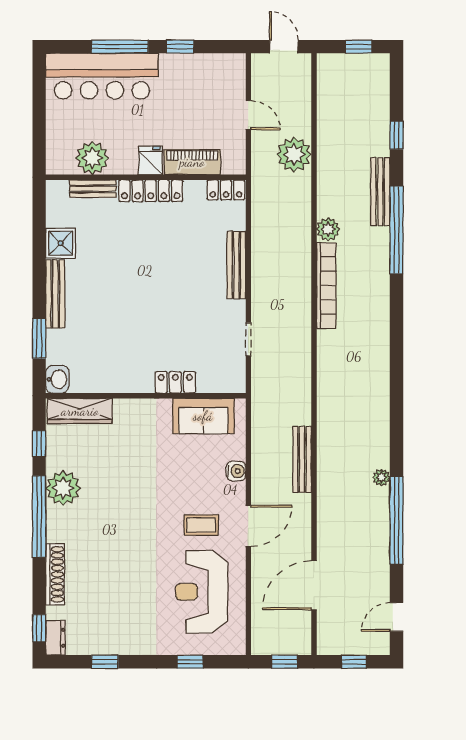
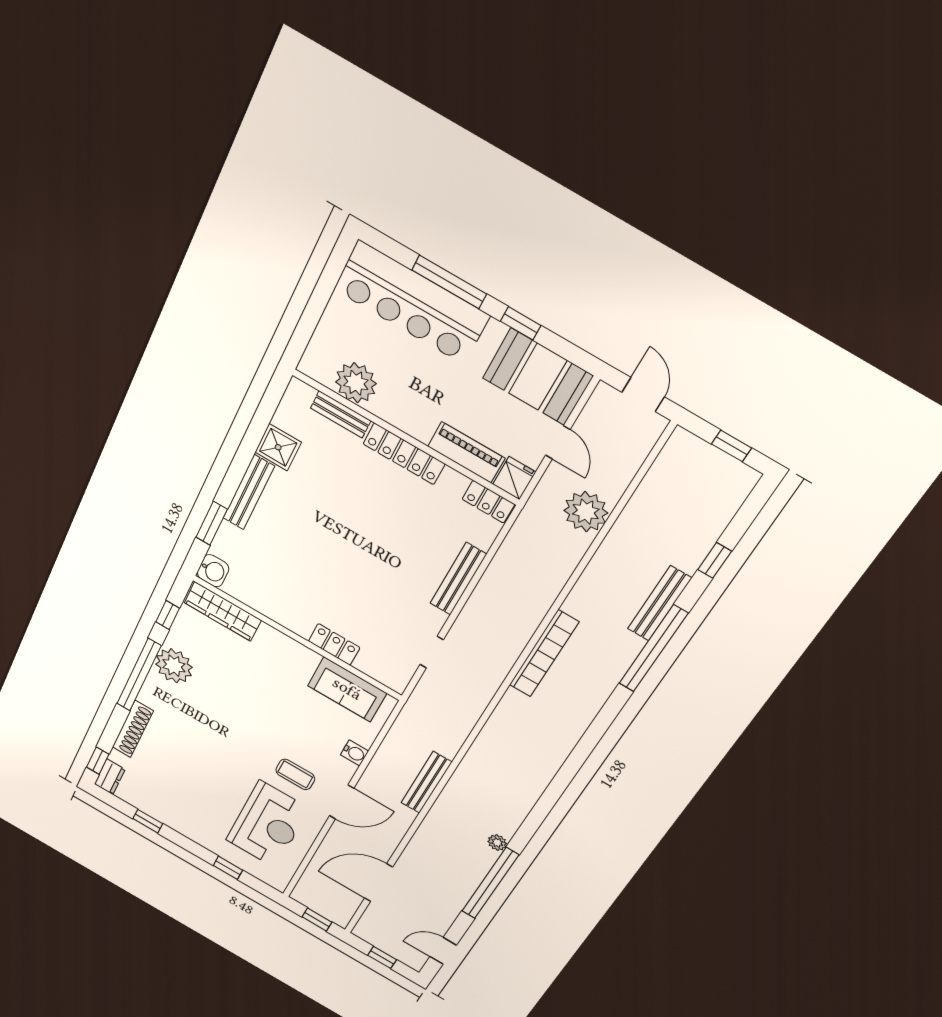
booth: (211, 77) -> (538, 377), added
fridge: (150, 160) -> (514, 478), moved
plant: (328, 229) -> (579, 604), removed
reception desk: (202, 592) -> (267, 824), turned 180

